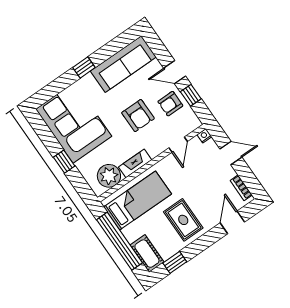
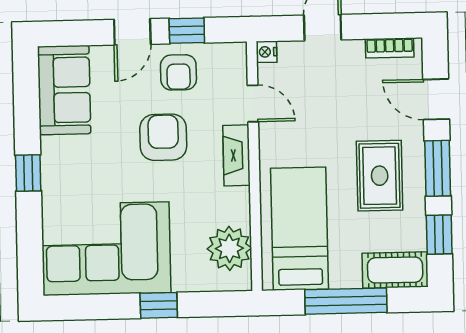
sofa: (123, 64) -> (64, 90), width x0.73
armchair: (138, 116) -> (163, 137), turned -90
fireplace: (135, 163) -> (236, 155), moved
rug: (183, 220) -> (380, 176), turned 90
window: (119, 241) -> (346, 301), width x0.68
window: (203, 243) -> (438, 168), added

